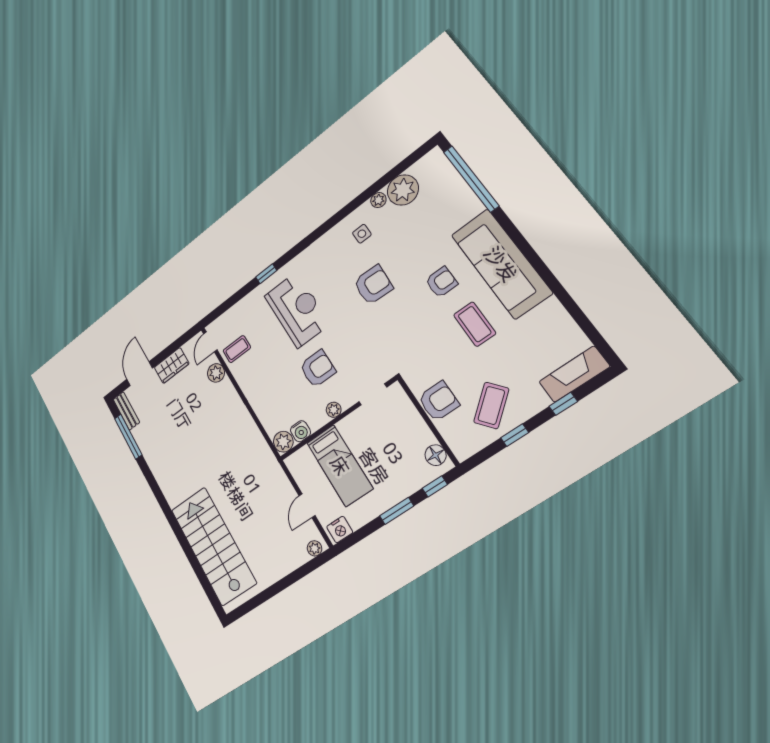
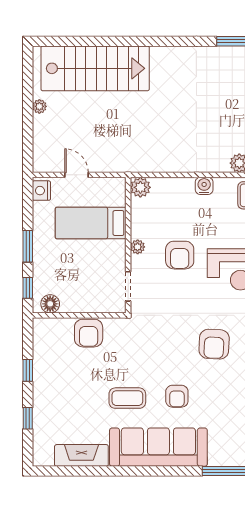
fireplace: (574, 374) -> (81, 455), moved, turned -90
coffee table: (491, 405) -> (60, 369), removed
water cooler: (300, 431) -> (204, 186), moved, turned 90
plant: (315, 548) -> (39, 106), moved

